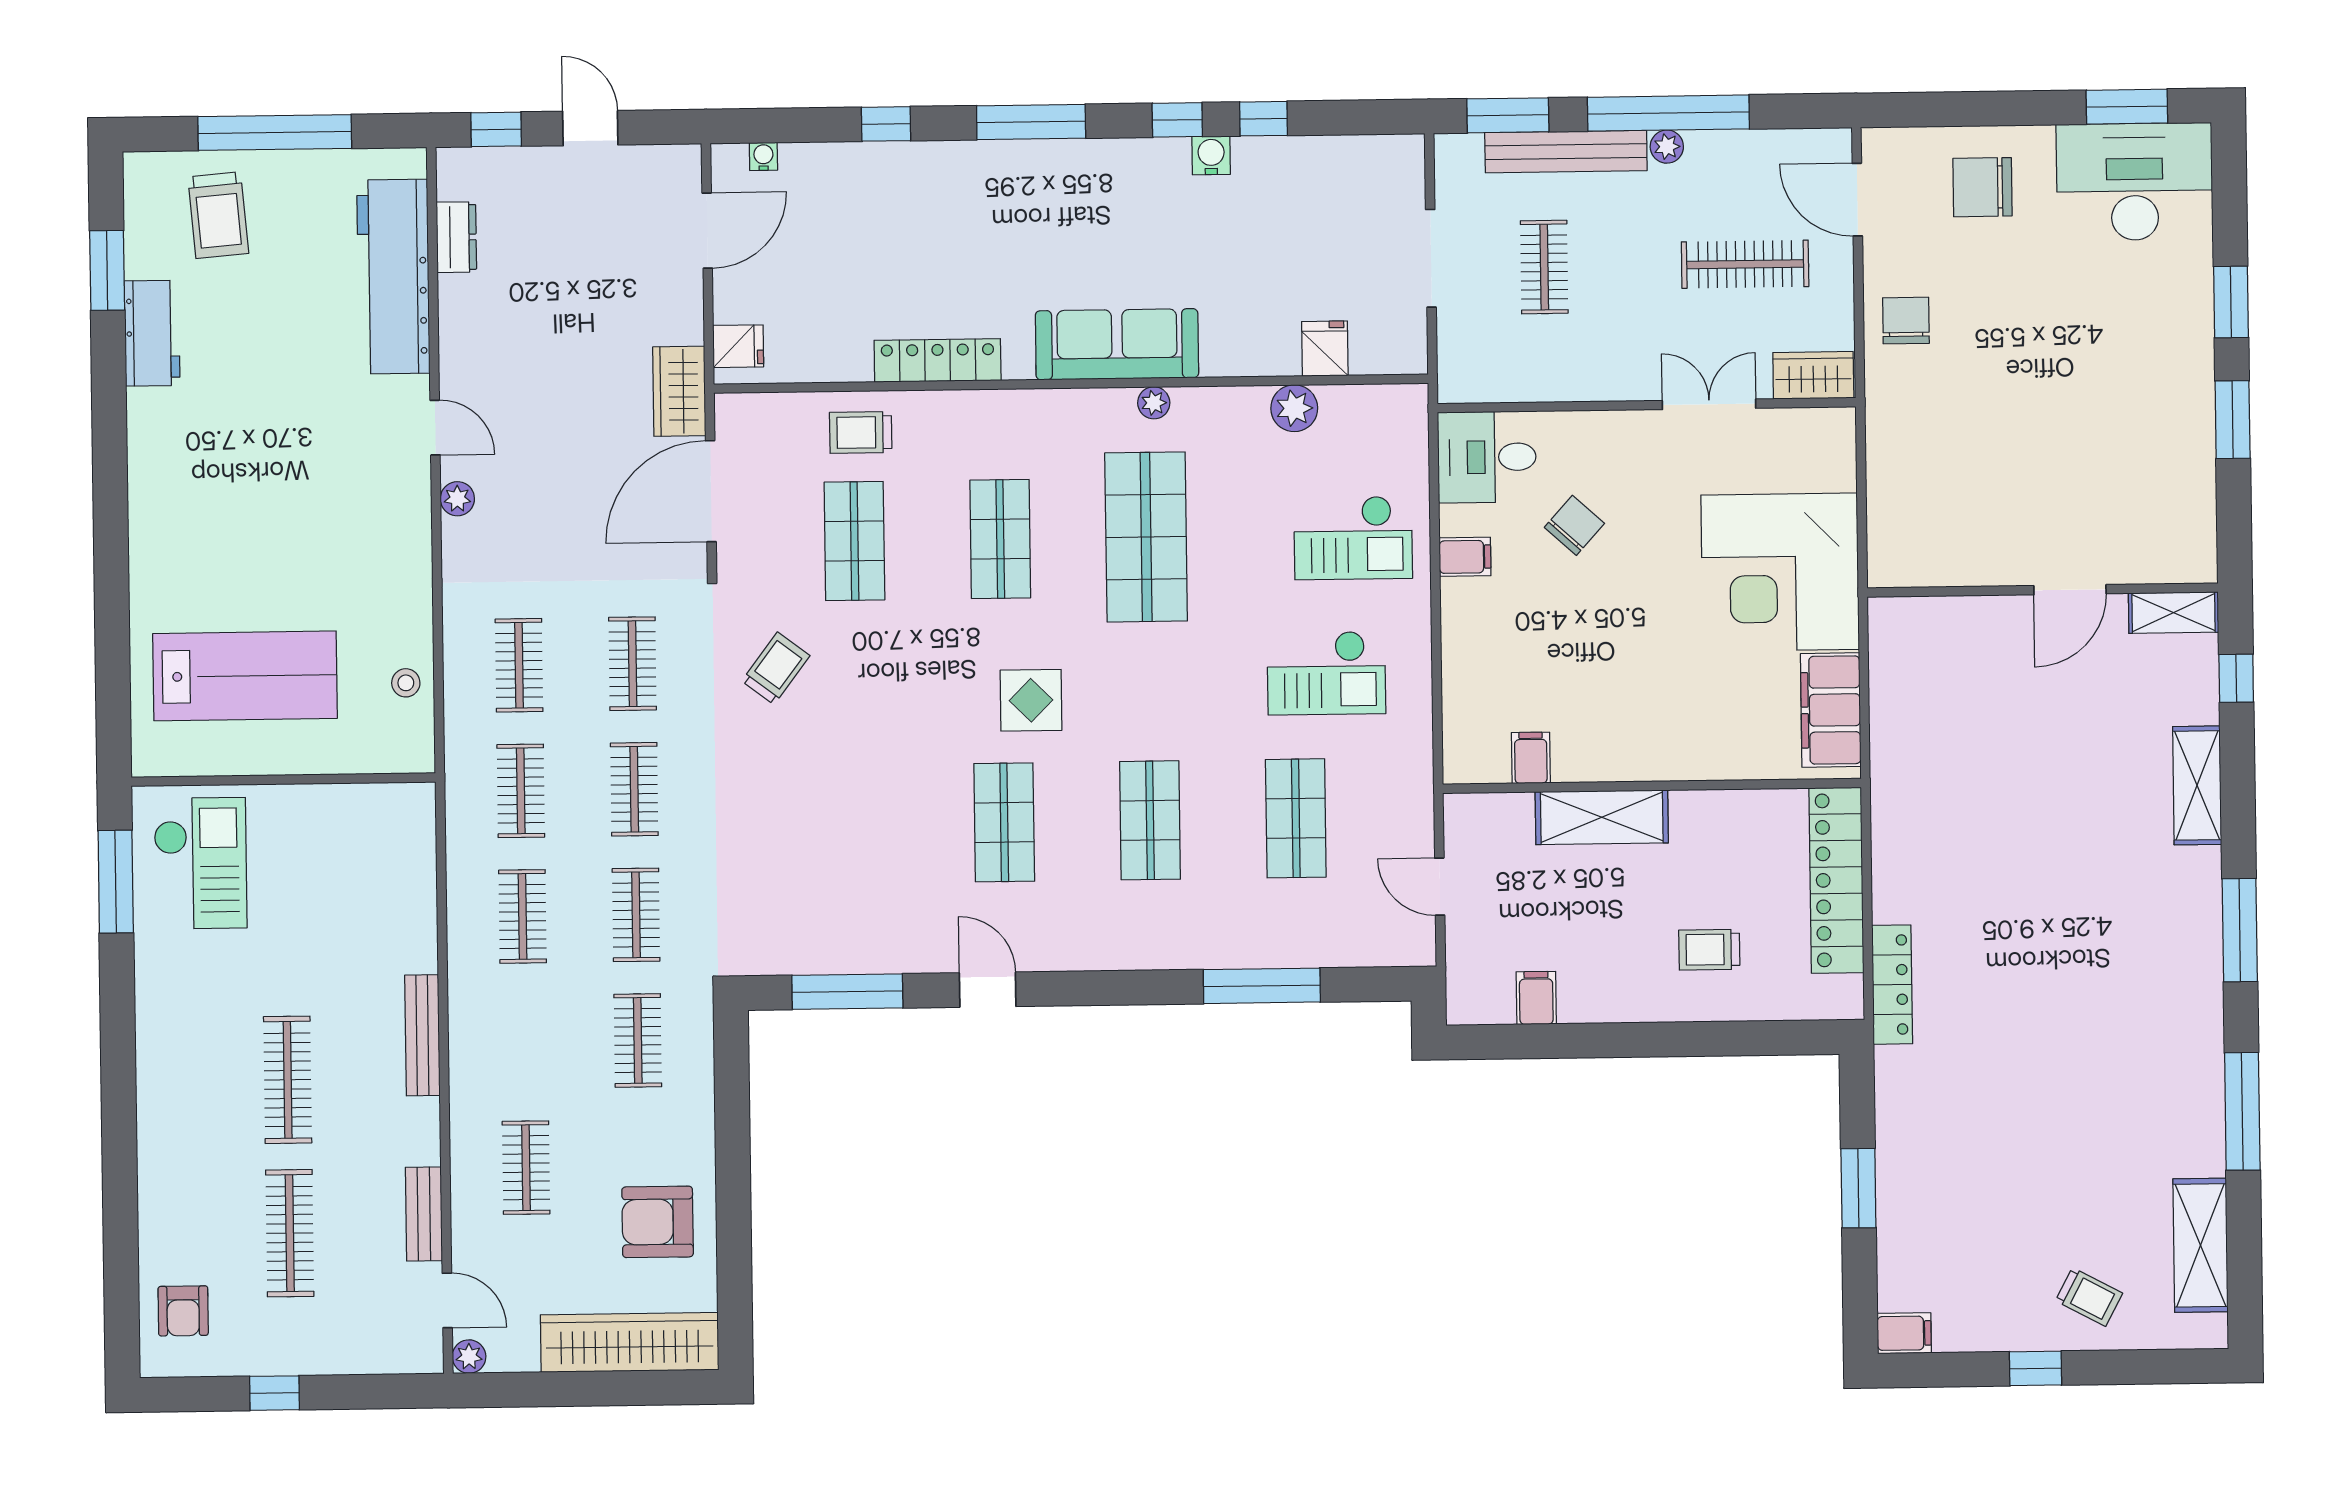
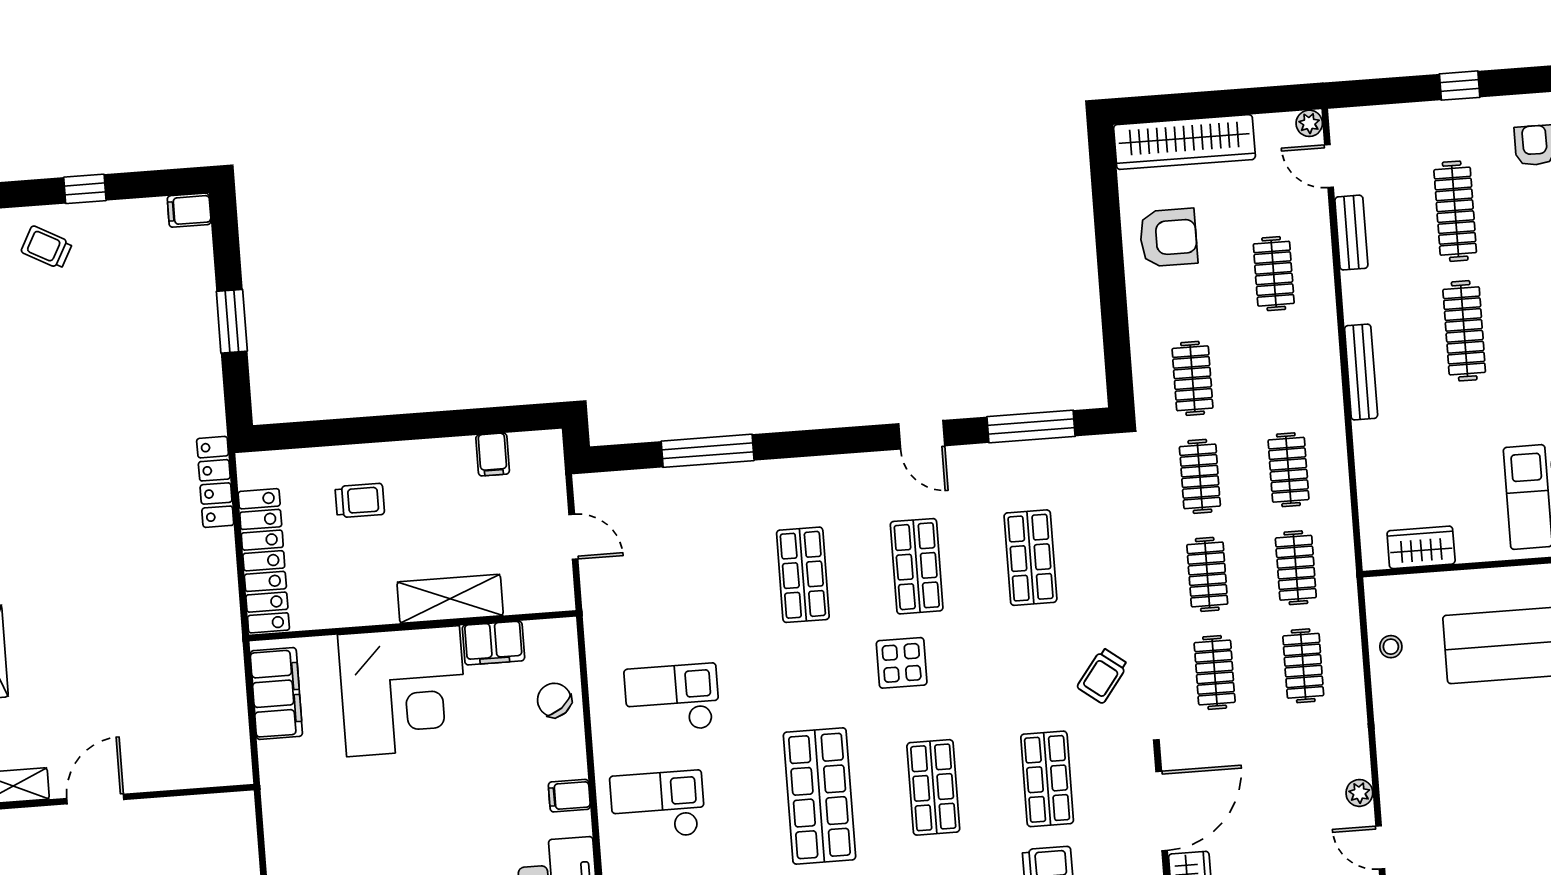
chair: (1574, 525) -> (554, 700), moved, turned 100
corner desk: (1780, 572) -> (403, 691), moved, turned 90
filing cabinet: (1531, 758) -> (493, 643), width x2.00
wardrobe: (360, 807) -> (1421, 547), added
shop shelf: (1296, 818) -> (1030, 558), moved

